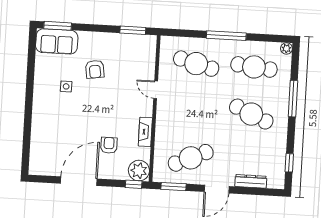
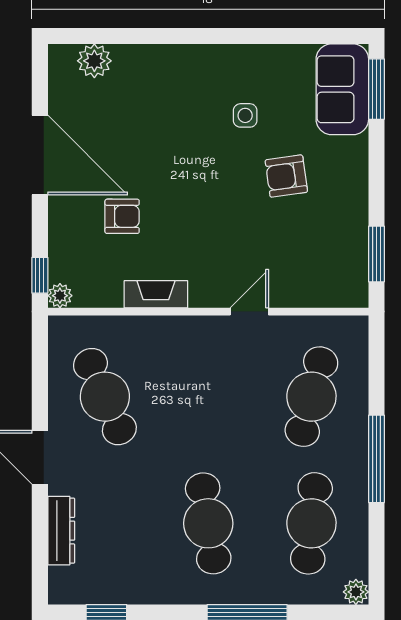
cafe table: (251, 114) -> (208, 523), turned -33
plant: (37, 154) -> (94, 61), added
plant: (139, 171) -> (60, 296), width x0.53, depth x0.53
window: (174, 187) -> (40, 363), removed

